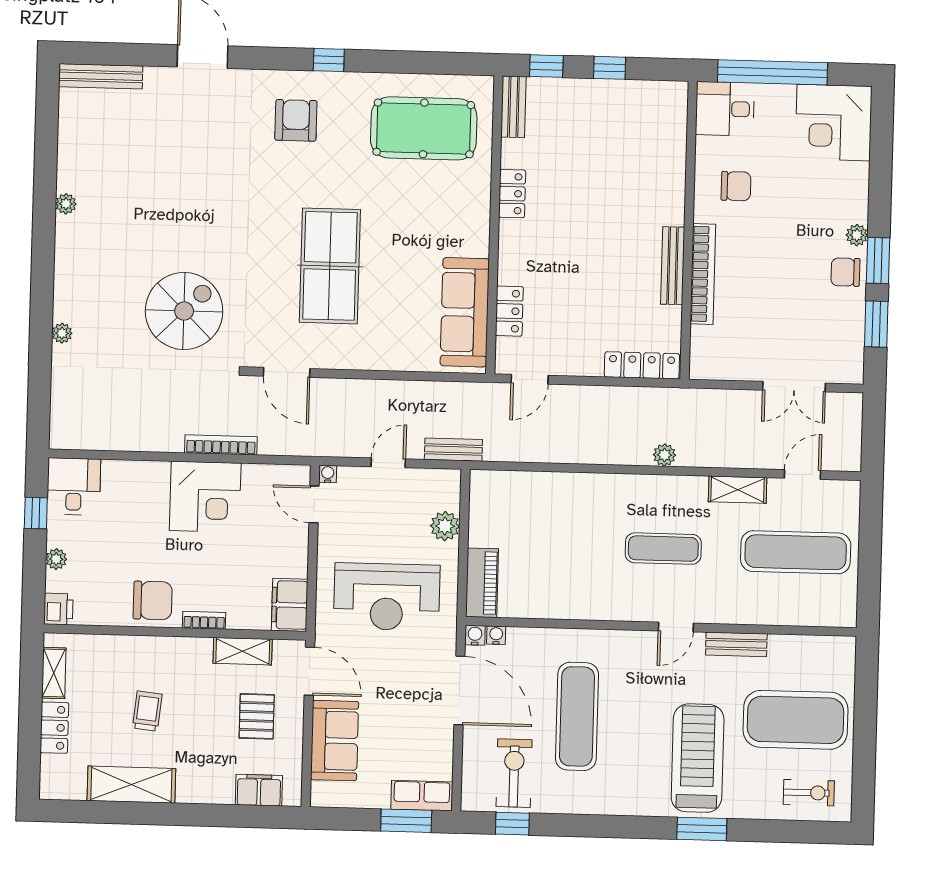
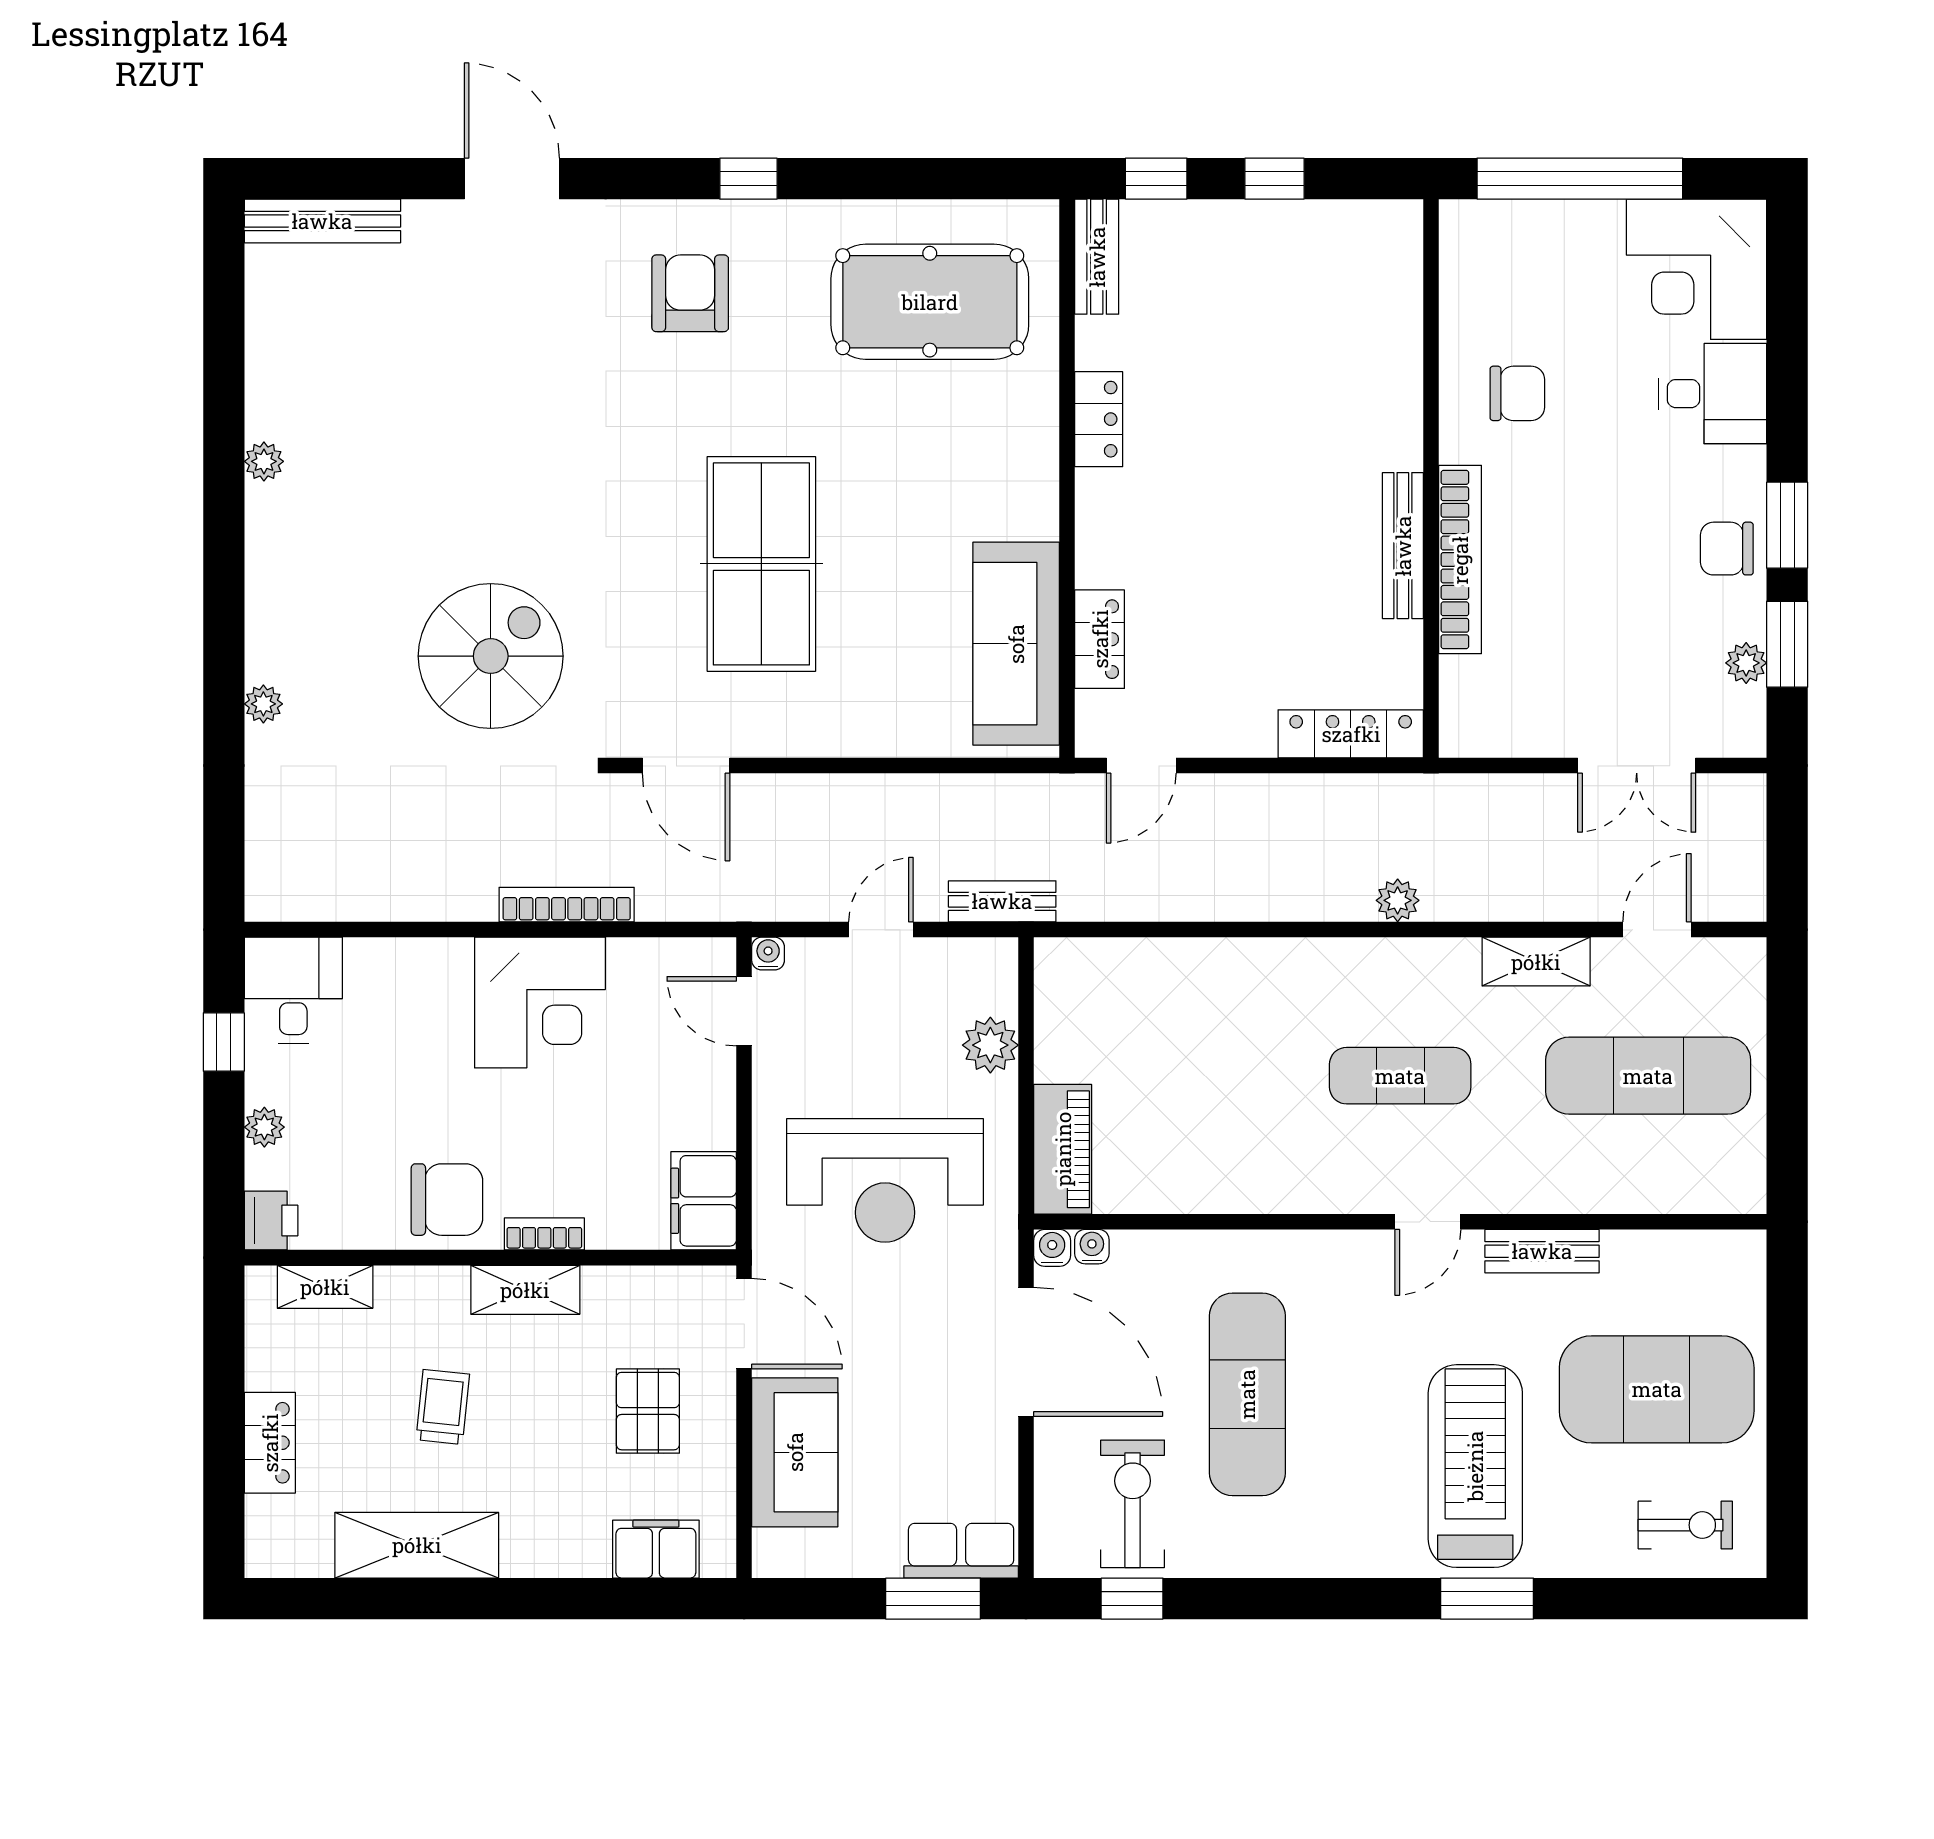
desk: (725, 109) -> (1713, 394), moved, turned 180
plant: (857, 235) -> (1746, 663), moved
shelving: (243, 651) -> (525, 1290), moved
shelving: (54, 673) -> (325, 1287), moved, turned 90

